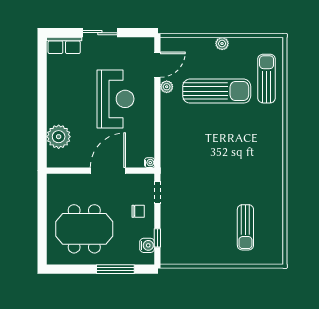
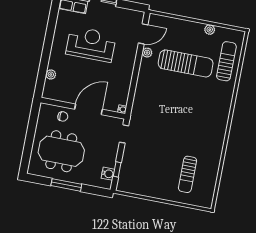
plant: (222, 44) -> (210, 30), moved
reception desk: (116, 99) -> (91, 44), moved, turned -90
plant: (59, 137) -> (51, 74), width x0.53, depth x0.53
chair: (138, 211) -> (63, 116), moved
window: (115, 269) -> (66, 185), moved

